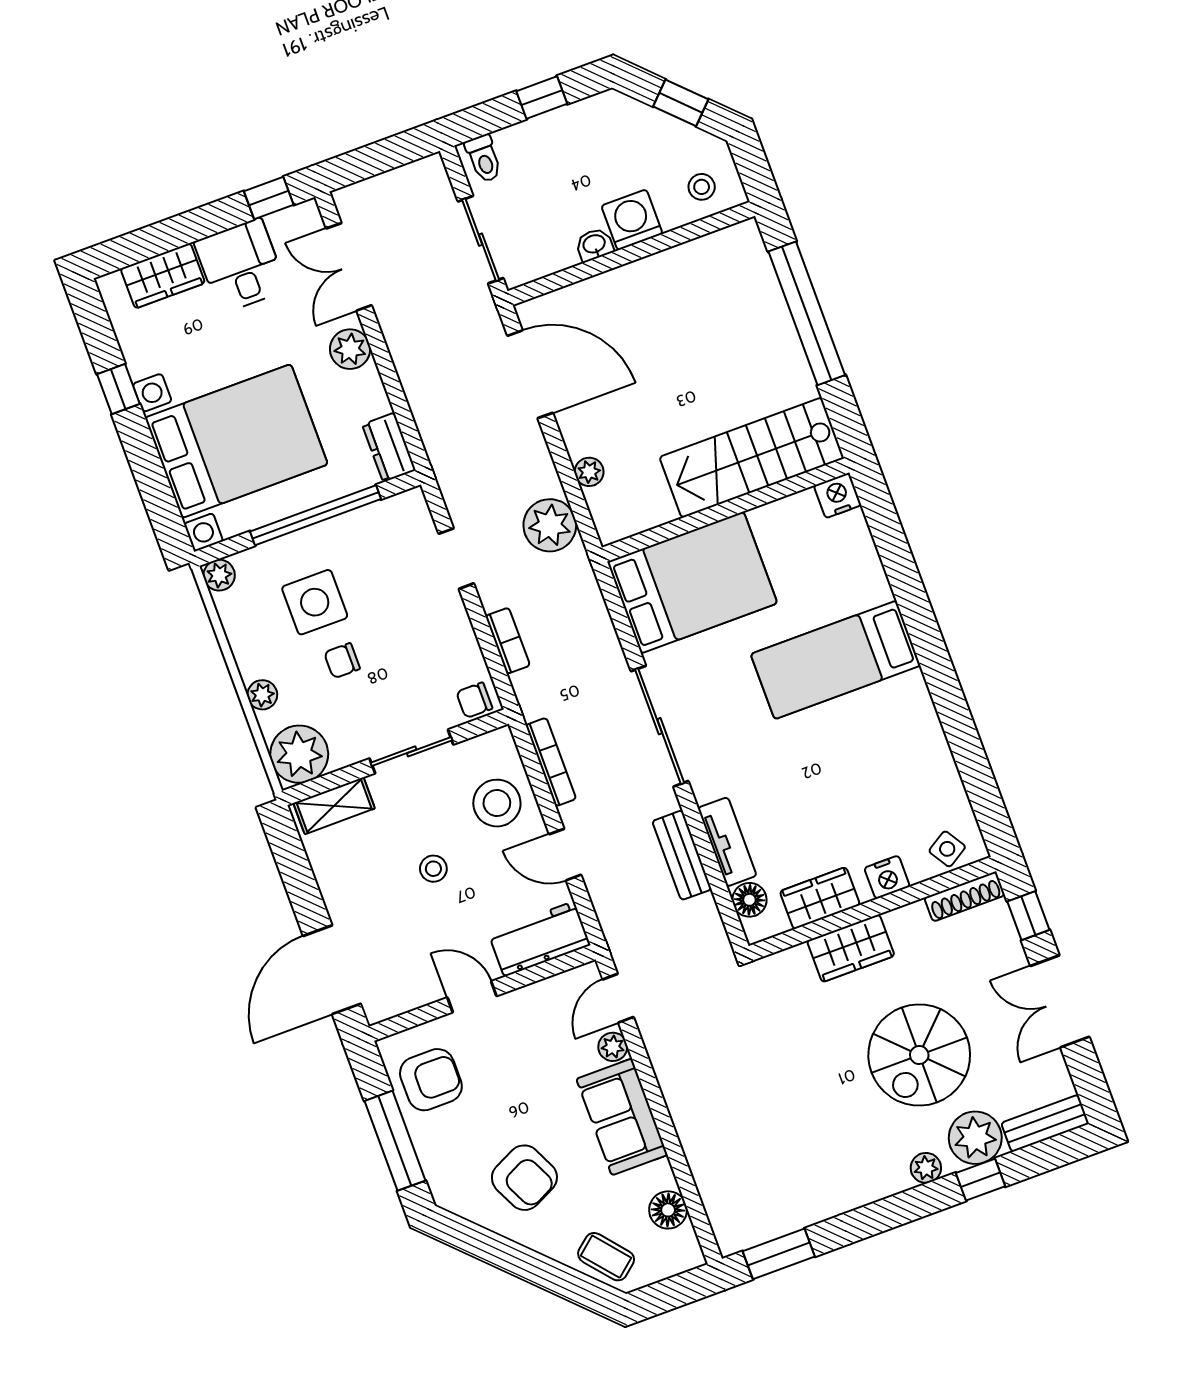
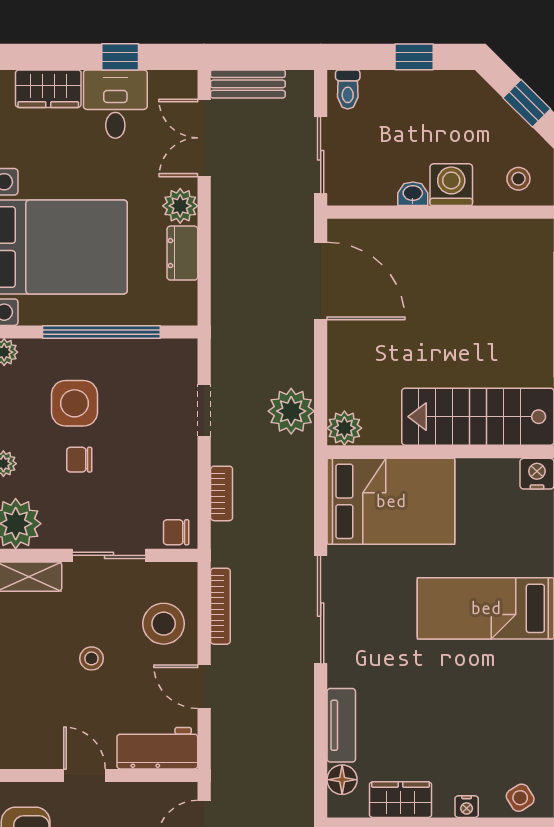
window: (269, 198) -> (120, 57), moved
dresser: (389, 447) -> (182, 253), moved
plant: (589, 472) -> (344, 428), moved, width x1.38, depth x1.38
bench: (682, 855) -> (248, 84), moved, turned 90
nightstand: (887, 877) -> (467, 807), width x0.72, depth x0.74

